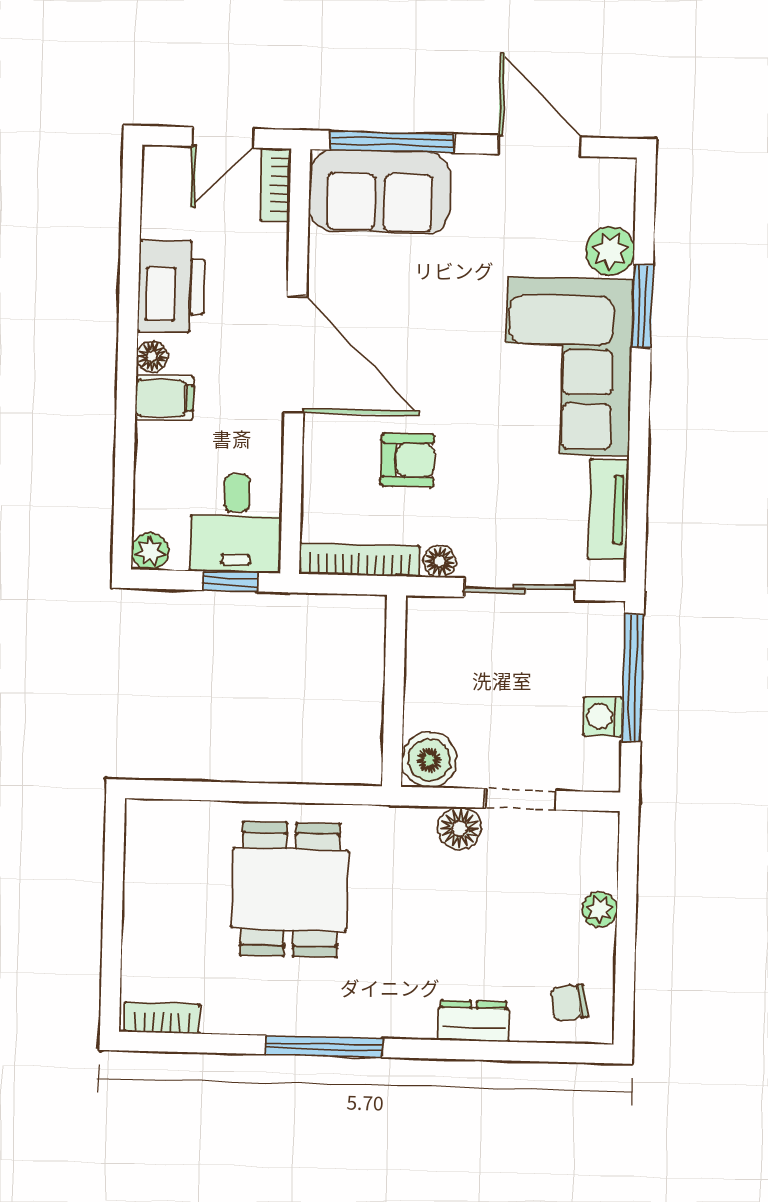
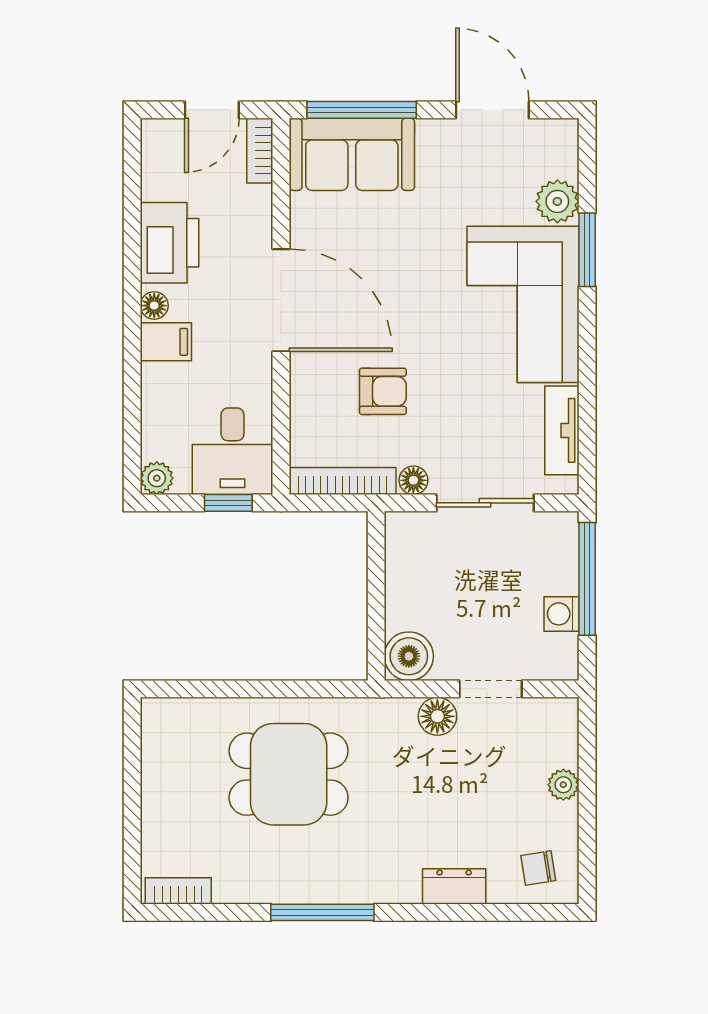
dining table: (290, 889) -> (289, 774), turned 90

